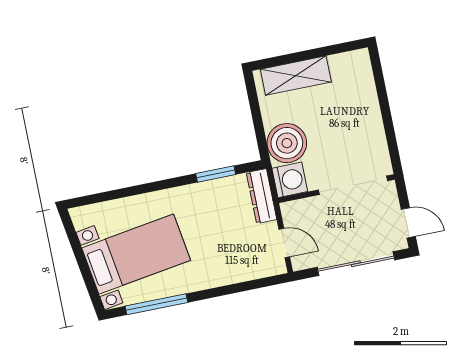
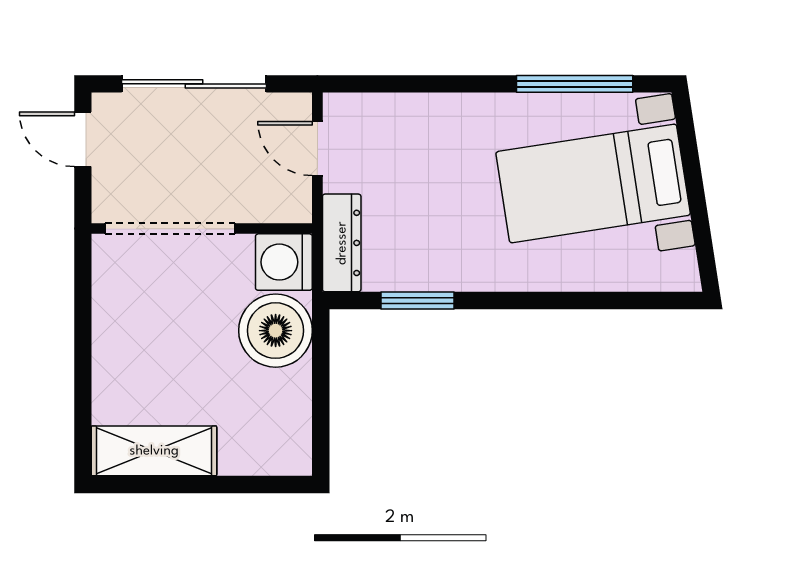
shelving: (296, 76) -> (154, 451), moved

